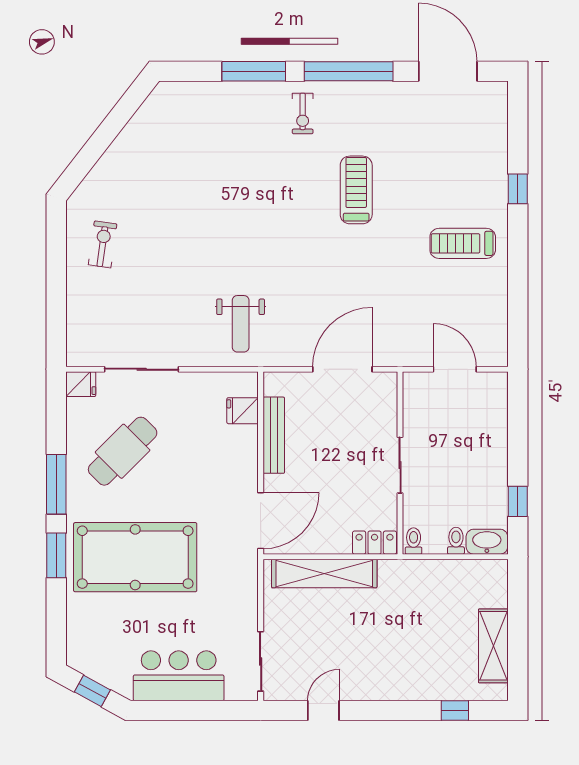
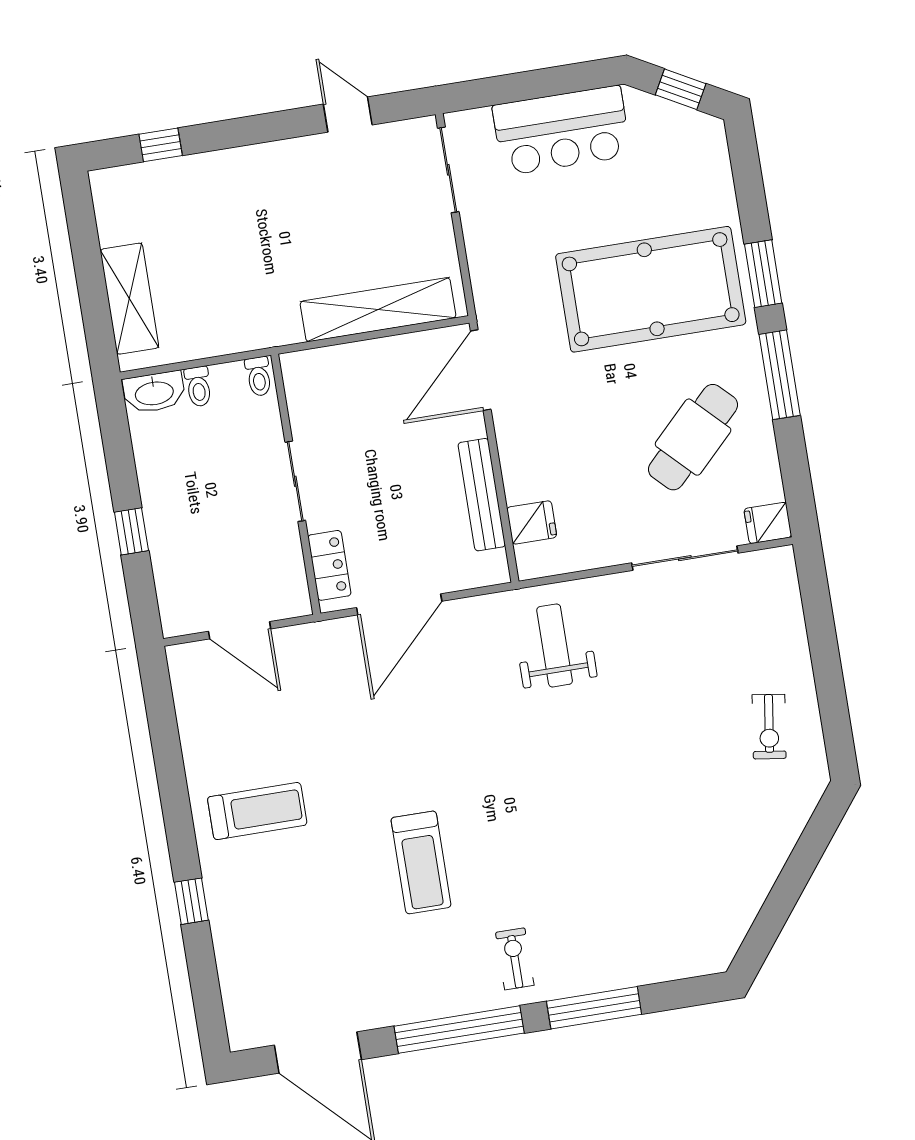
window: (518, 501) -> (131, 531), moved
locker: (375, 543) -> (329, 565), moved, turned -90
shelving: (493, 646) -> (129, 299), moved
door: (323, 711) -> (348, 115), swing flipped

